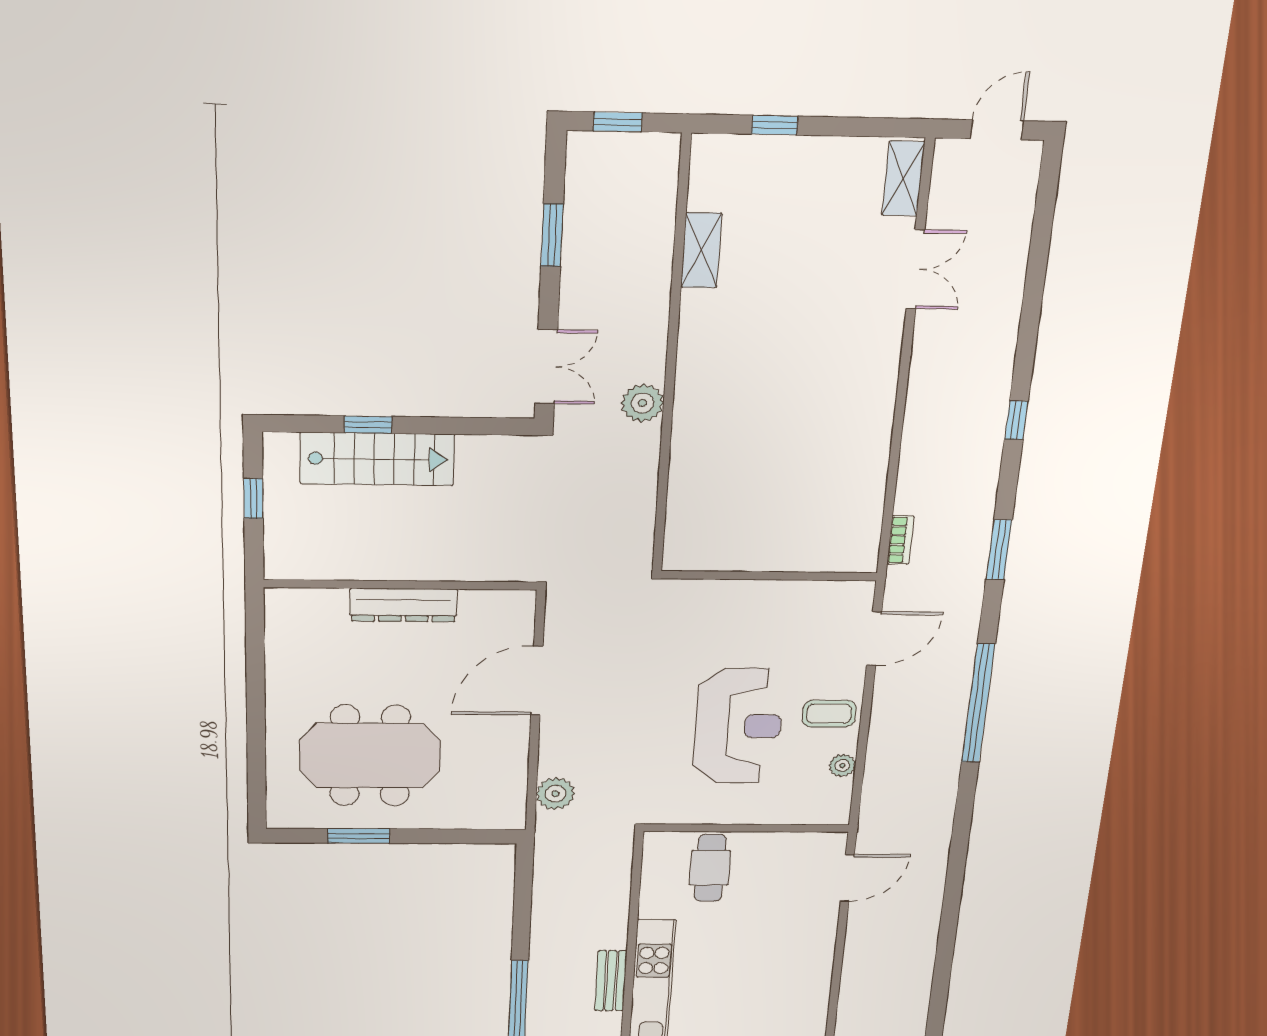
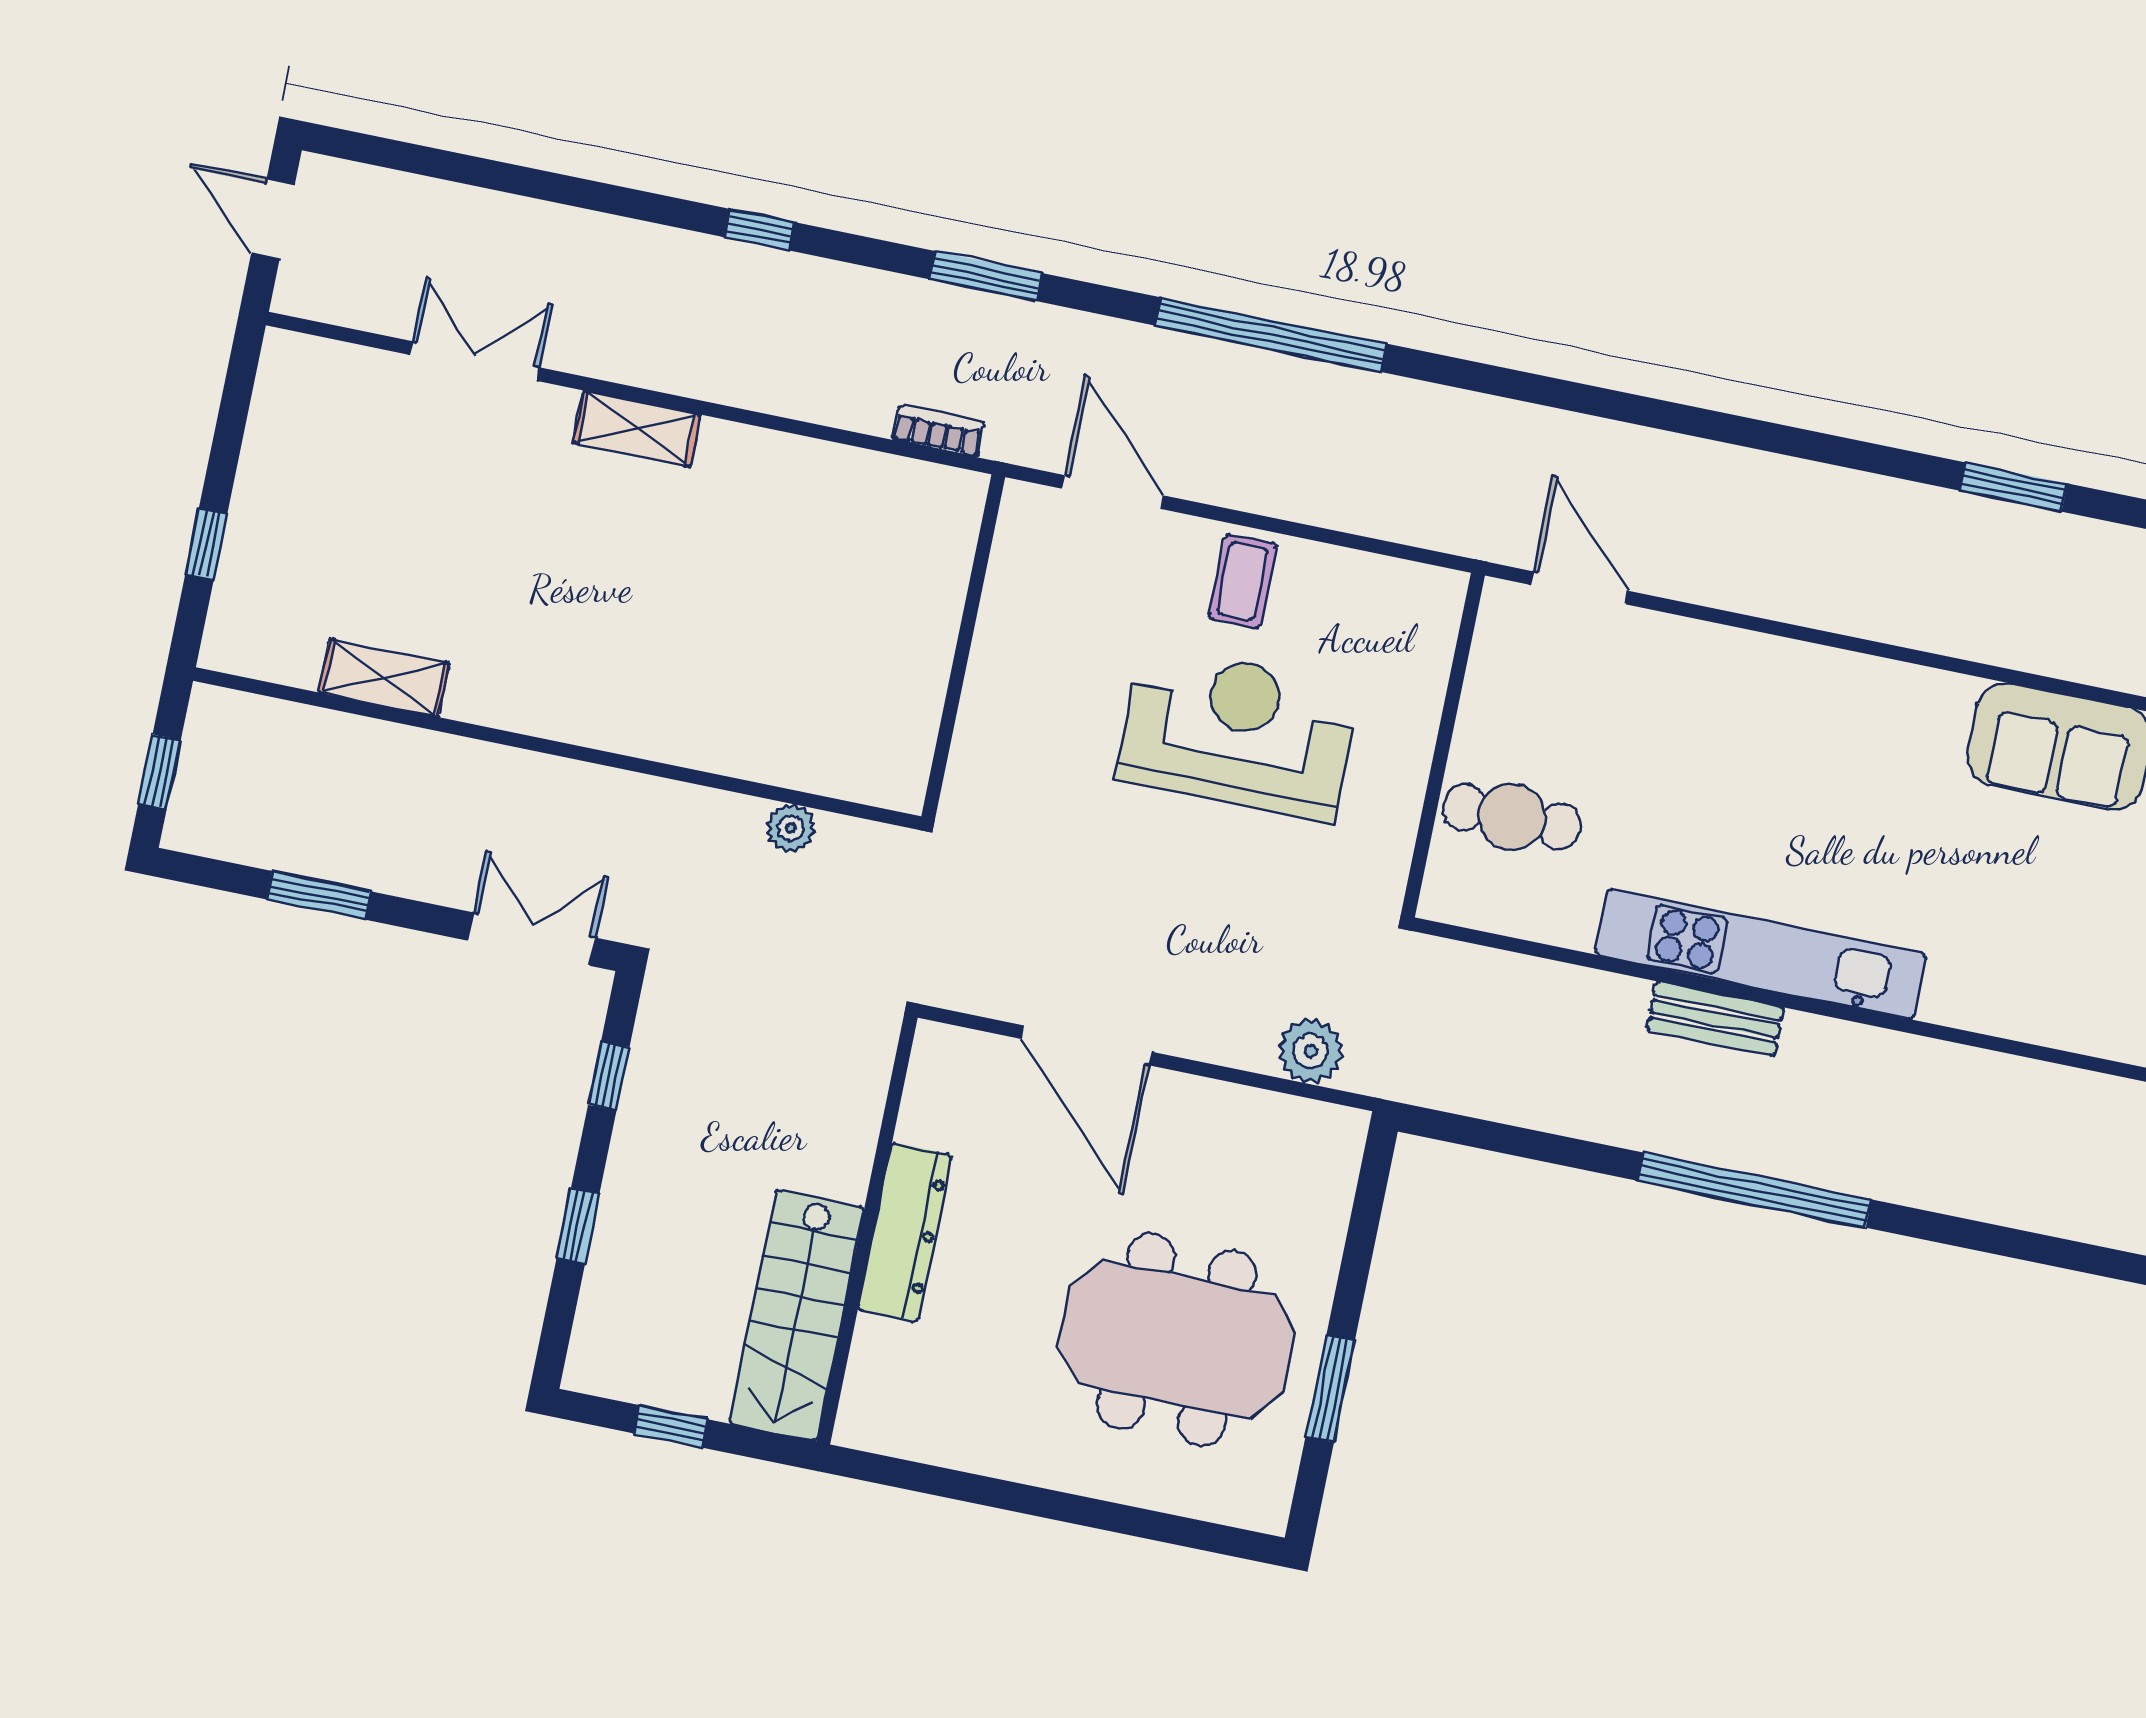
shelving: (903, 179) -> (637, 429), moved
plant: (642, 403) -> (791, 828), moved, width x0.73, depth x0.73
window: (467, 426) -> (609, 1076), added
stairs: (377, 459) -> (796, 1315), moved, turned 180
meeting table: (370, 756) -> (1176, 1340), turned 90
plant: (842, 765) -> (1349, 571), removed

